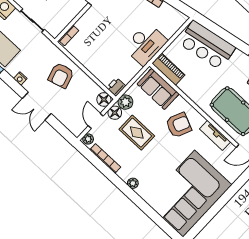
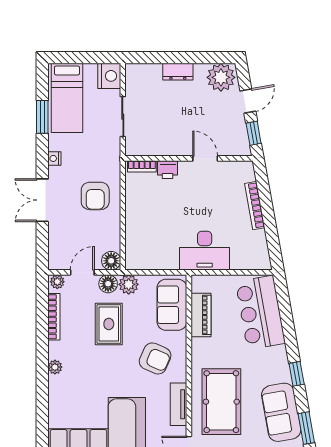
piano: (168, 69) -> (201, 315), moved
armchair: (61, 75) -> (95, 196), turned -74
printer: (116, 87) -> (168, 170), moved, turned 180

